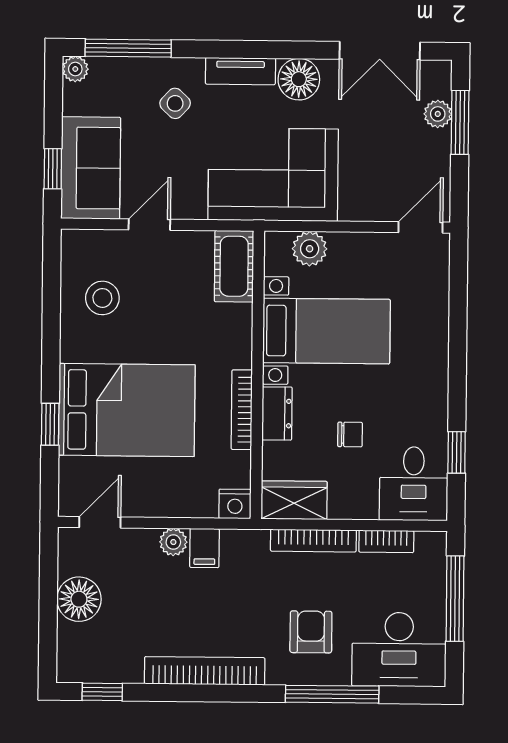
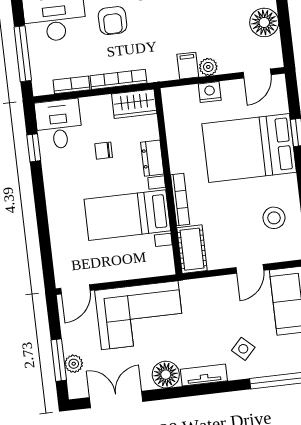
corner sofa: (273, 175) -> (140, 315), moved
plant: (310, 249) -> (145, 267), removed
bookcase: (242, 410) -> (180, 200), moved
nightstand: (235, 504) -> (210, 92), moved

